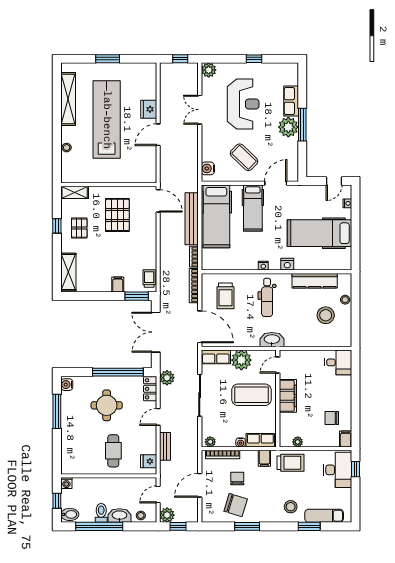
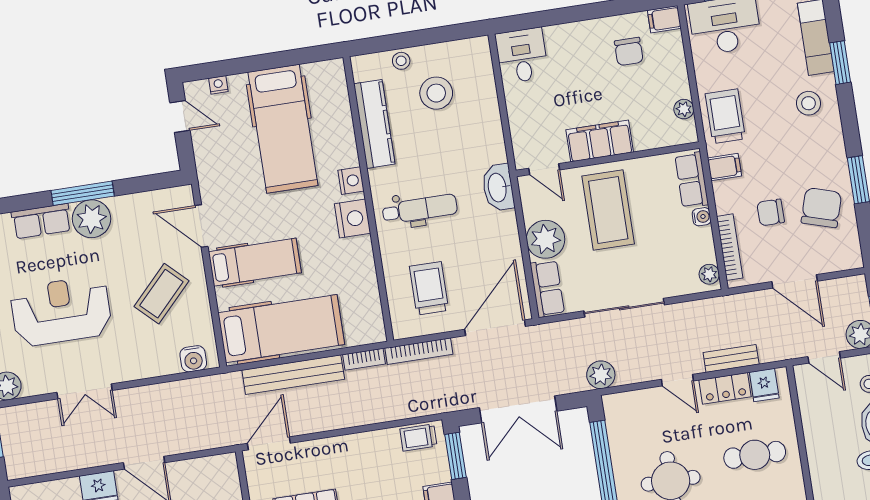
nightstand: (263, 266) -> (353, 219), width x1.89, depth x1.79
trolley: (225, 296) -> (429, 288), turned -90
locker: (150, 389) -> (725, 388), moved

